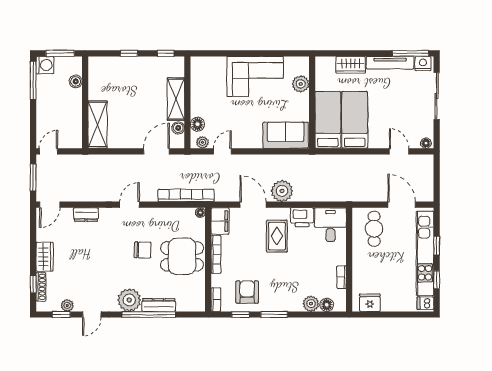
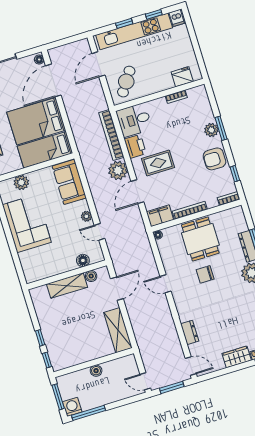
window: (166, 53) -> (47, 360), moved
boiler: (76, 81) -> (96, 371), moved
bed: (355, 120) -> (36, 121), width x1.50
shelving: (98, 125) -> (118, 330), moved, turned 90
plant: (202, 142) -> (86, 216), moved
door: (156, 151) -> (117, 289), swing flipped
door: (399, 151) -> (53, 80), width x1.87
bookcase: (186, 195) -> (111, 135), moved
door: (130, 205) -> (166, 284), moved
cafe table: (374, 229) -> (126, 82), turned -56
chair: (143, 250) -> (205, 274), turned -92
armchair: (247, 292) -> (214, 159), moved
fridge: (370, 303) -> (182, 77), moved, turned 90
plant: (311, 304) -> (211, 130), moved
floor lamp: (327, 305) -> (204, 102), removed
window: (274, 315) -> (221, 128), moved

